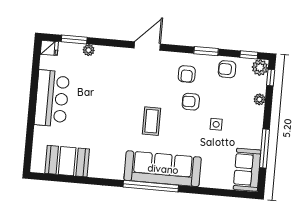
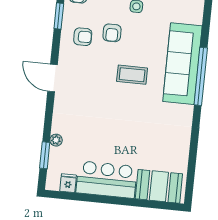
fridge: (49, 48) -> (68, 183), moved
booth: (67, 161) -> (159, 186), moved, turned 90

